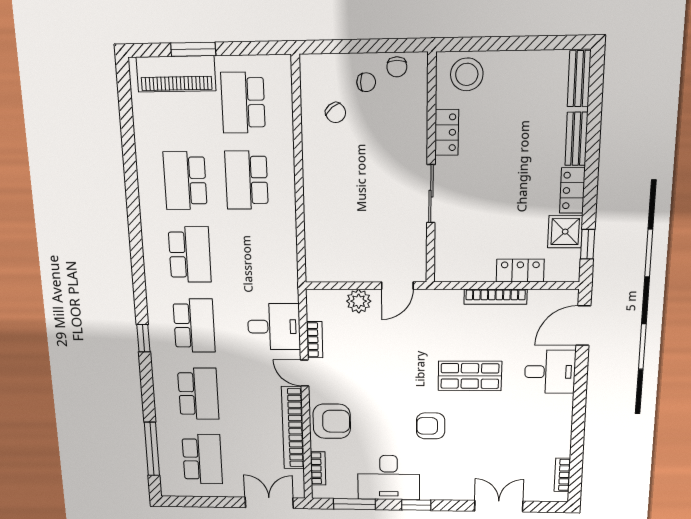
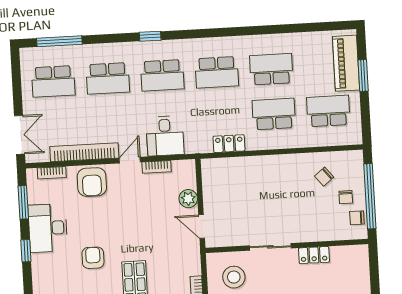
window: (366, 46) -> (370, 196), added
stool: (467, 74) -> (234, 277), moved
locker: (286, 243) -> (229, 144), added

